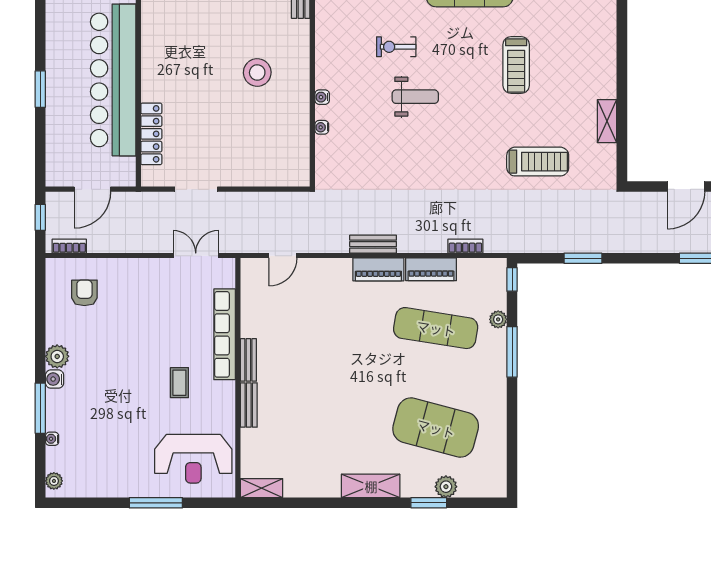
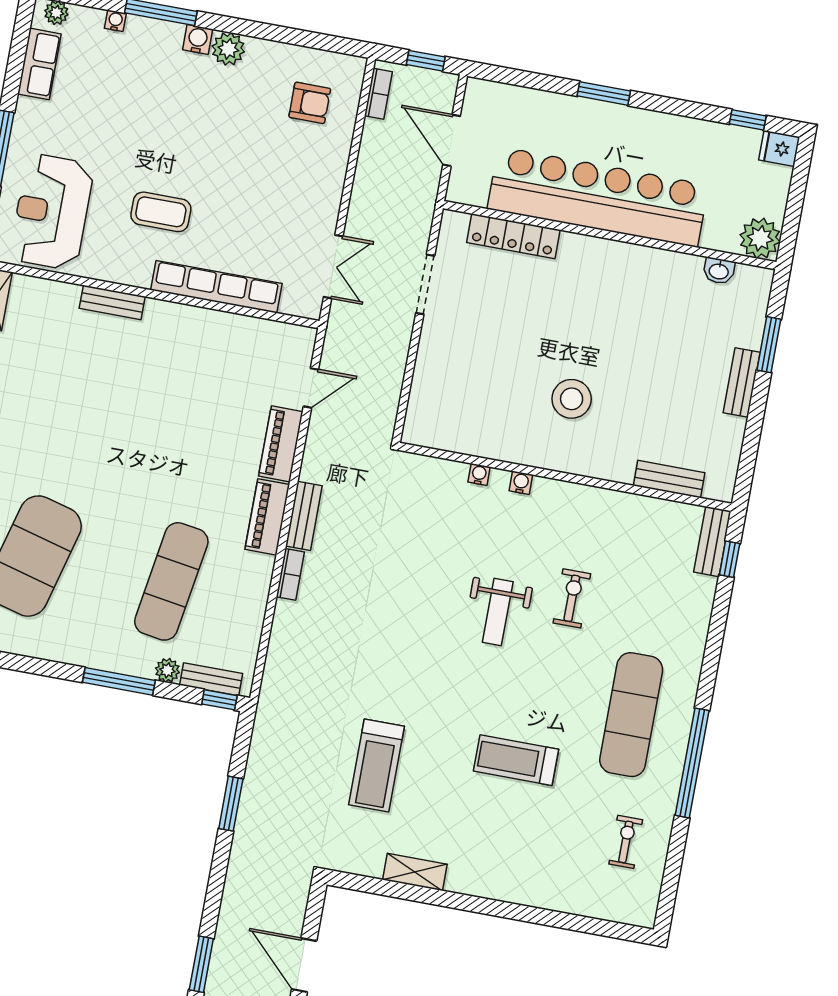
bookcase: (465, 246) -> (290, 574), moved
door: (283, 256) -> (311, 388), swing flipped
piano: (431, 269) -> (281, 444), moved
bench: (248, 360) -> (211, 679), moved
coffee table: (179, 383) -> (161, 212), width x1.36, depth x1.30
row of seats: (92, 486) -> (39, 64), added

